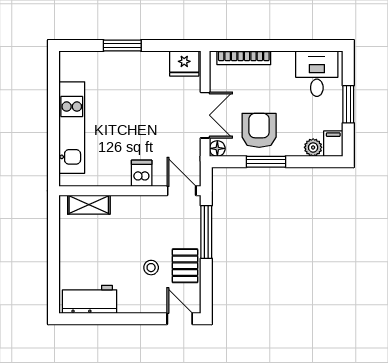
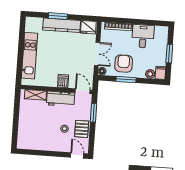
kitchen counter: (131, 63) -> (62, 25), added
desk: (317, 74) -> (143, 36), moved
window: (206, 232) -> (93, 113), width x0.69
workbench: (90, 299) -> (60, 99), moved, turned 180

